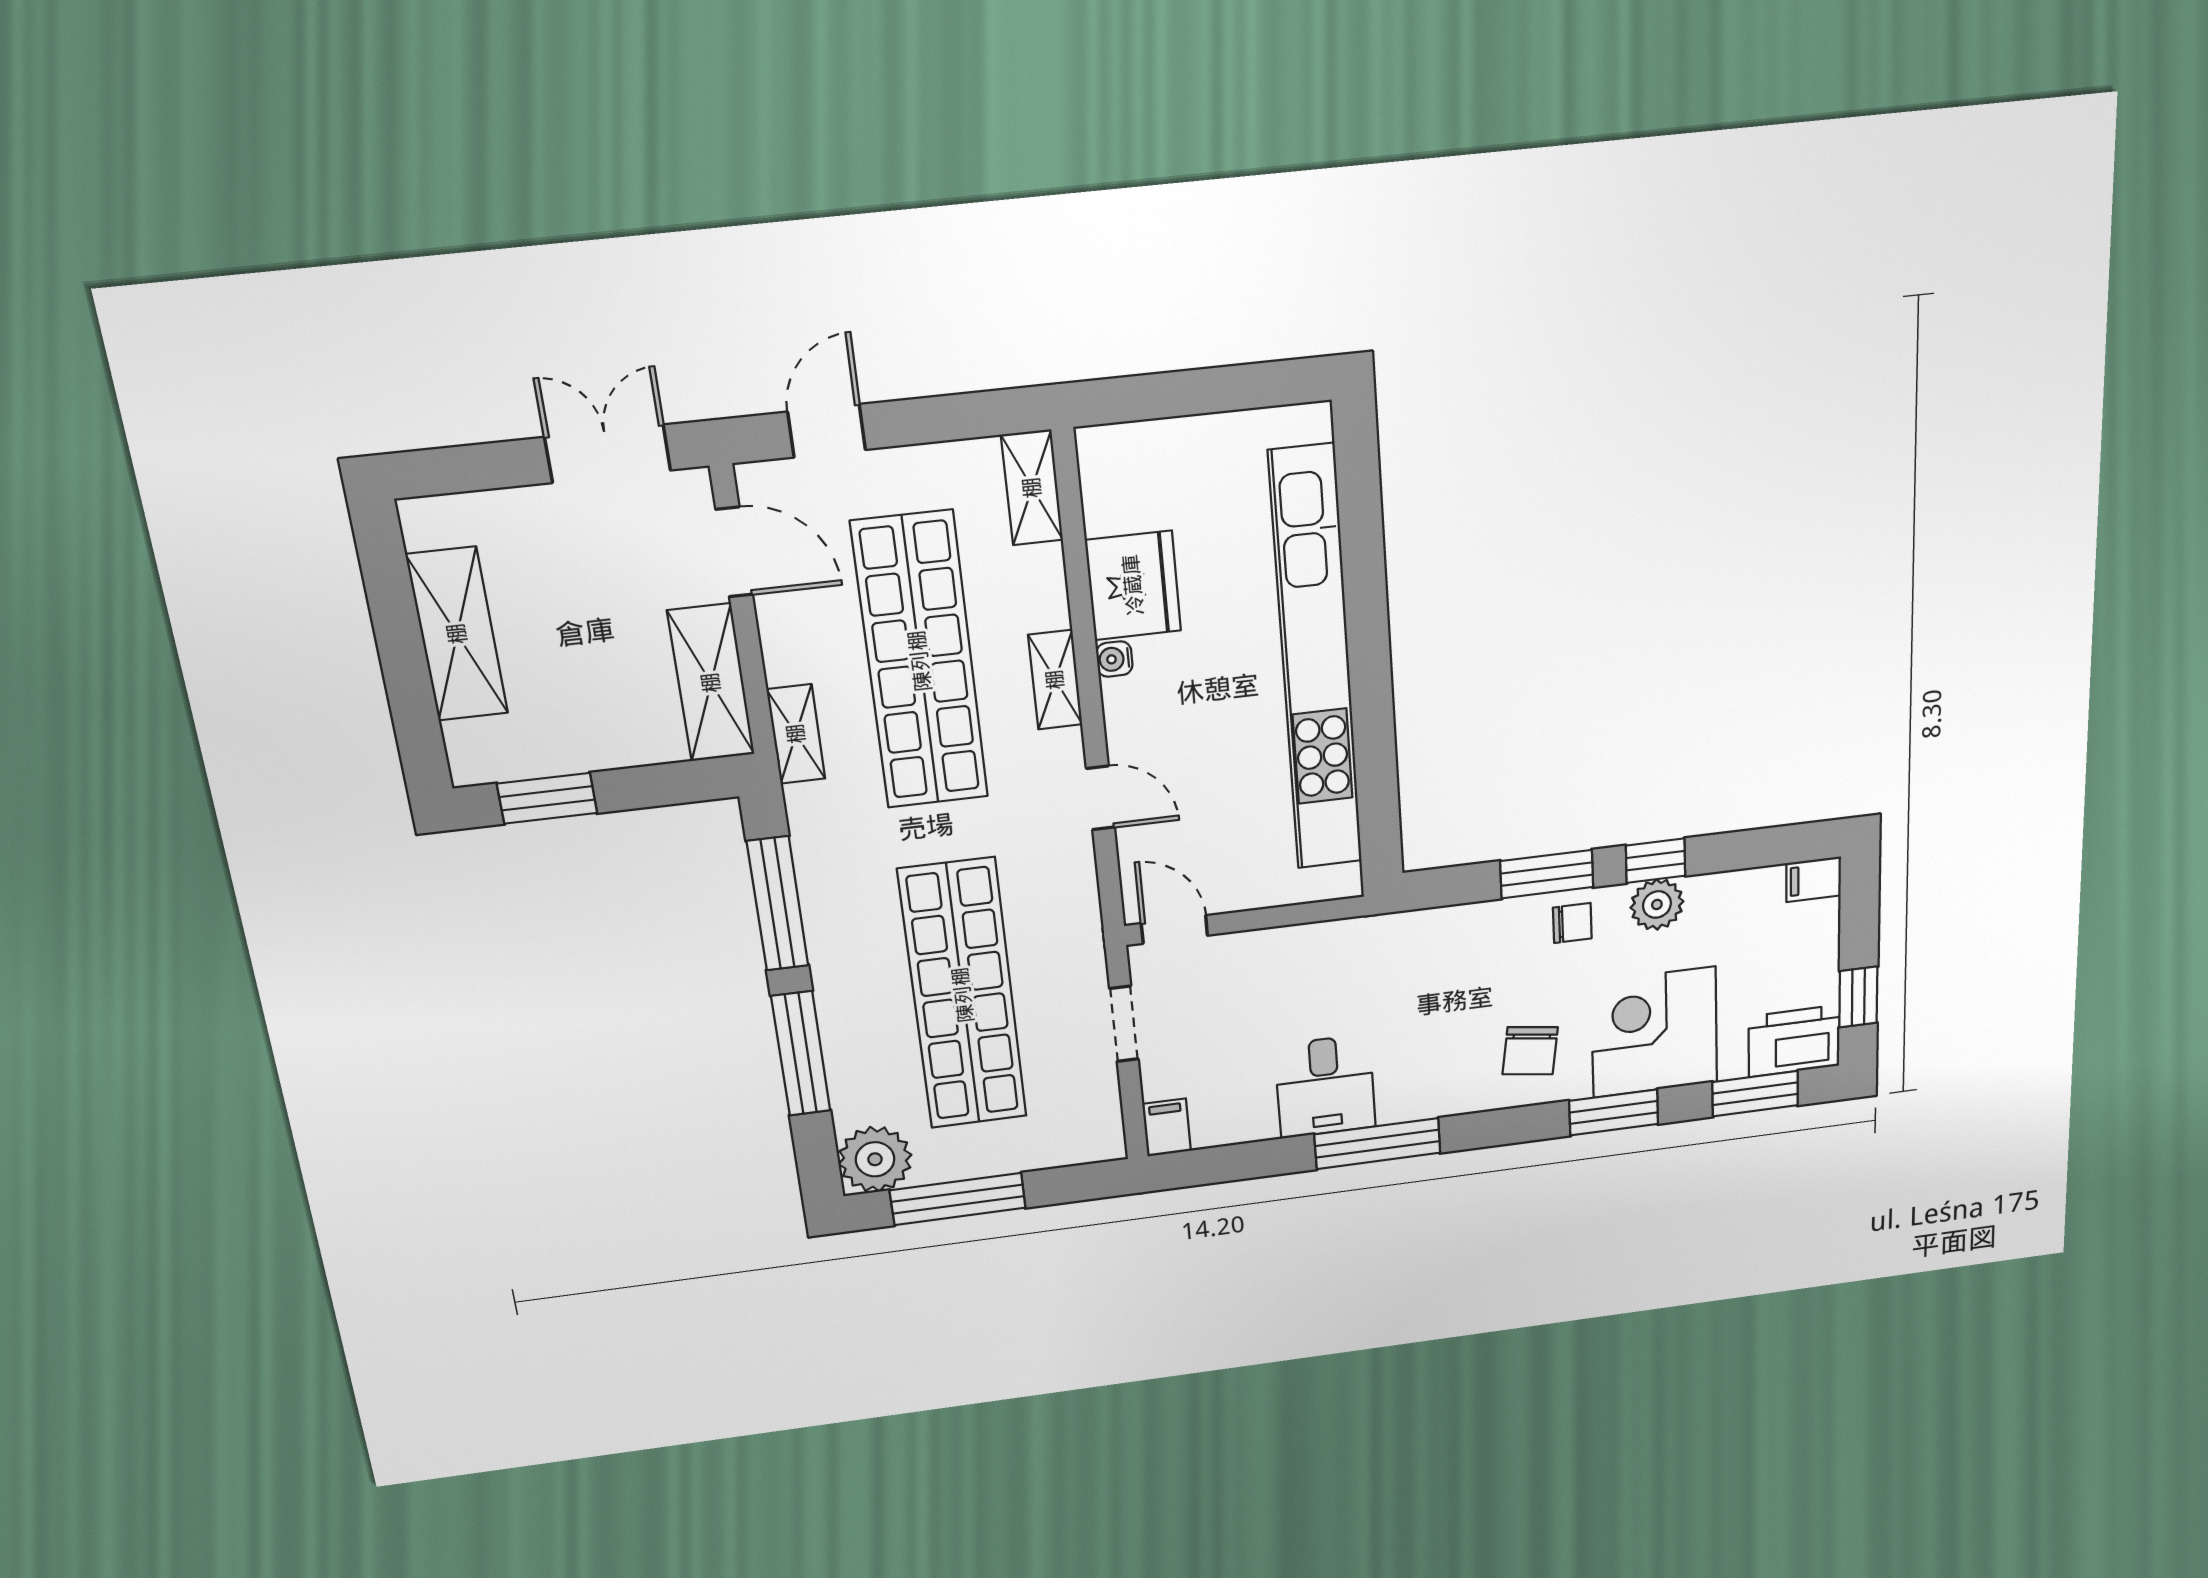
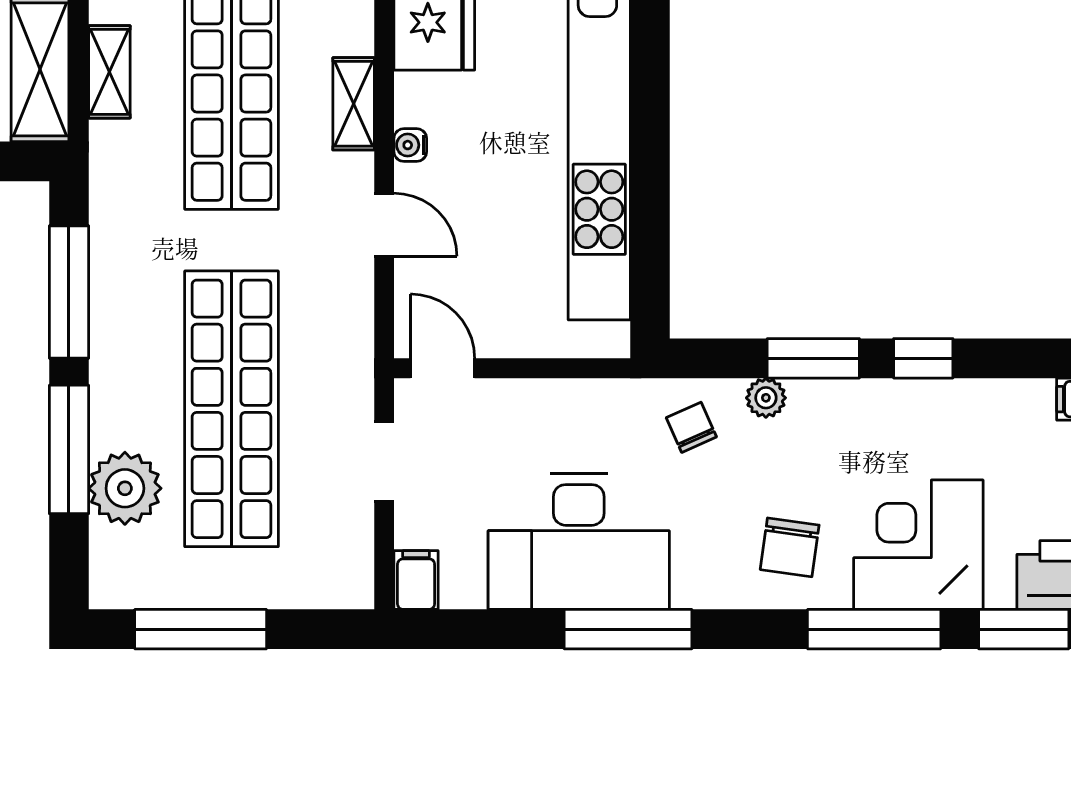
water cooler: (1114, 659) -> (410, 145), moved
shelving: (796, 734) -> (109, 72), moved
plant: (1657, 905) -> (766, 398), moved, width x0.73, depth x0.73
chair: (1572, 923) -> (691, 427), moved, turned -114
desk: (1325, 1086) -> (579, 542), width x1.87, depth x1.30
window: (1614, 1112) -> (874, 629), width x1.44
plant: (875, 1159) -> (125, 488), moved

